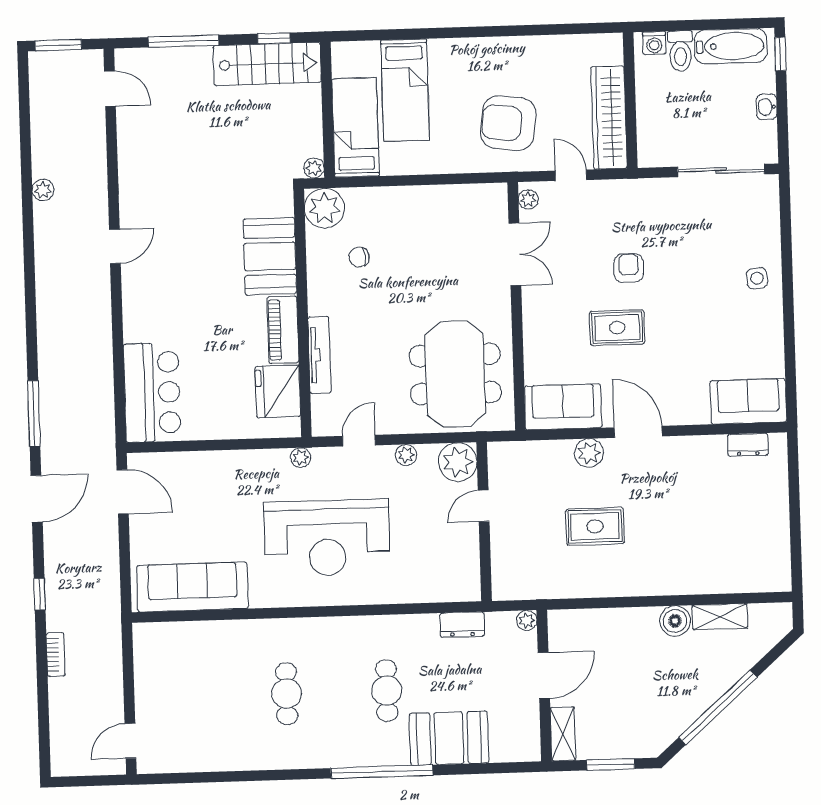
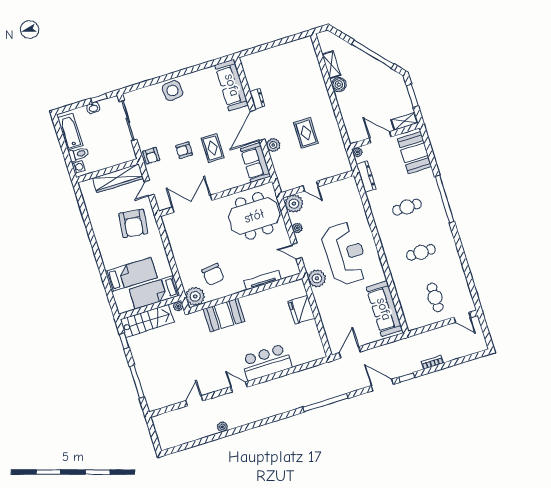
window: (58, 45) -> (155, 438), removed
window: (780, 54) -> (99, 98), moved
stairs: (267, 64) -> (147, 321), moved, turned 90
door: (110, 89) -> (194, 401), moved
armchair: (636, 198) -> (151, 156), added
plant: (528, 199) -> (165, 205), removed
double door: (515, 254) -> (192, 204), width x1.37
chair: (359, 257) -> (213, 274), width x1.87, depth x1.87
side table: (757, 278) -> (172, 91), width x1.87, depth x1.87
piano: (283, 330) -> (256, 300), removed
fridge: (278, 391) -> (301, 310), moved, turned 90
bar counter: (152, 393) -> (267, 362), moved
sofa: (748, 401) -> (232, 85), width x1.36
window: (34, 414) -> (325, 403), width x1.46
door: (638, 432) -> (257, 125), width x1.36
dresser: (748, 445) -> (257, 99), moved
plant: (301, 458) -> (317, 278), width x1.88, depth x1.88
door: (37, 499) -> (382, 385), moved
dresser: (462, 625) -> (366, 177), width x1.44
cafe table: (186, 697) -> (435, 297), added
booth: (449, 738) -> (415, 153), moved

